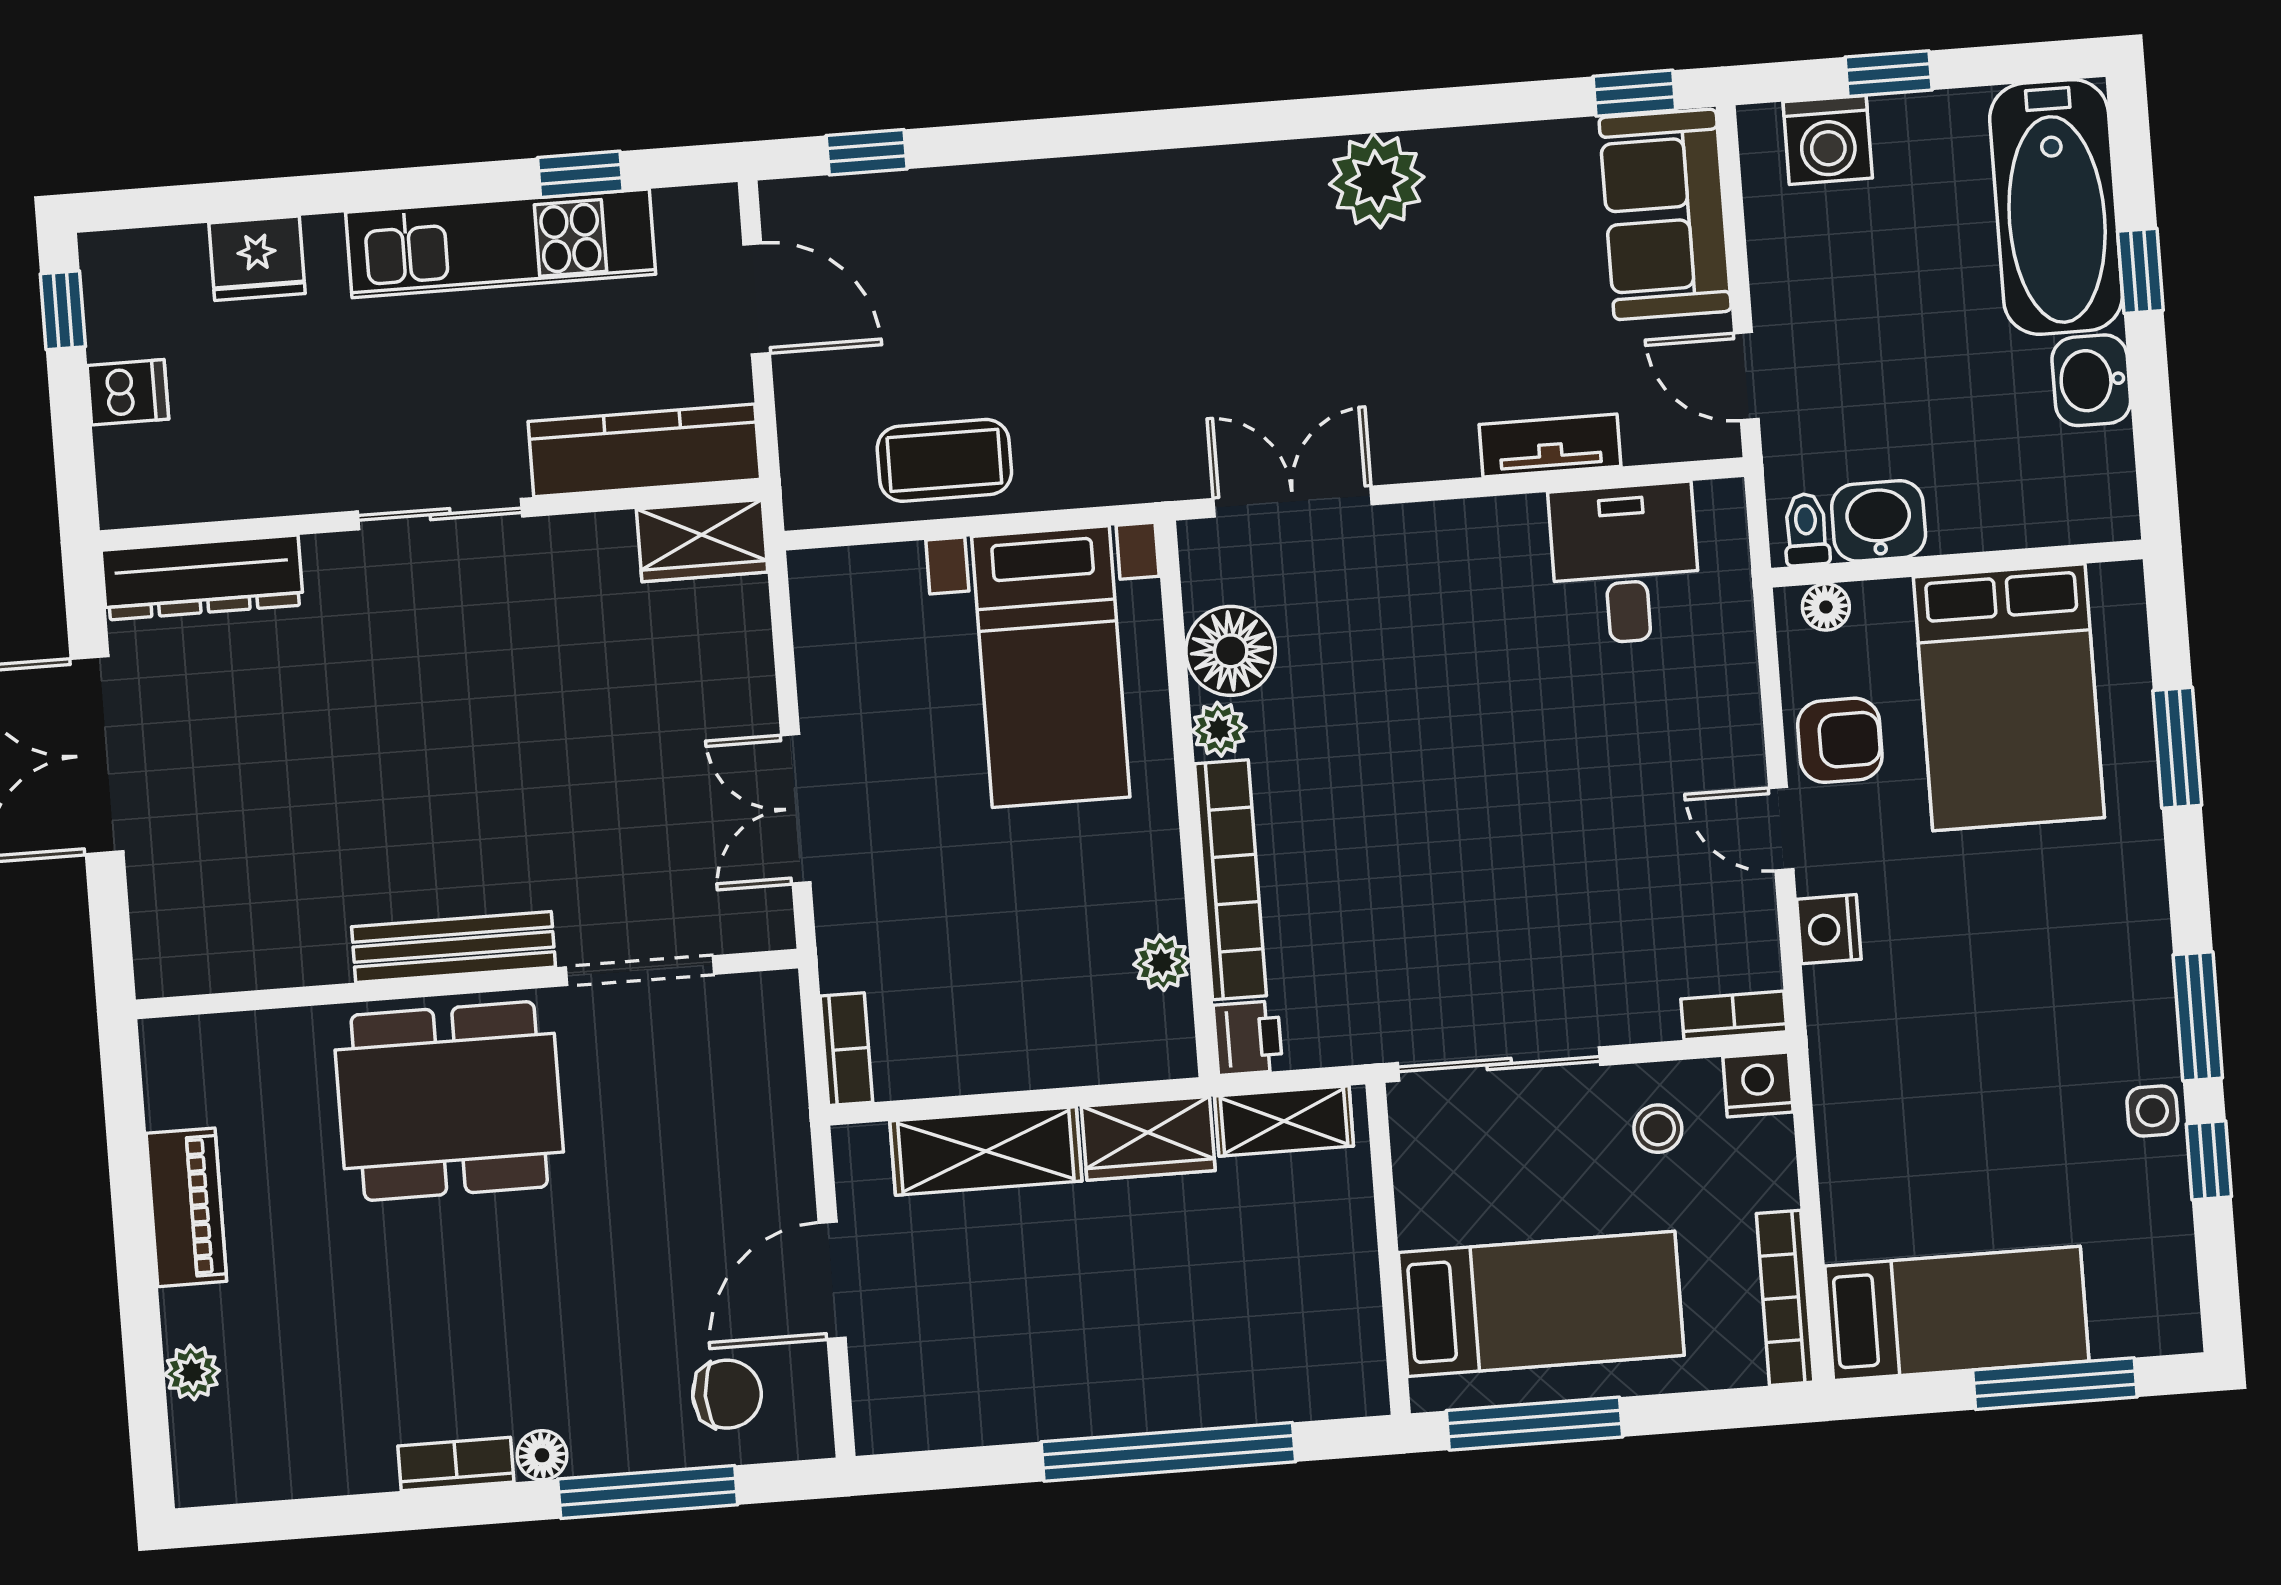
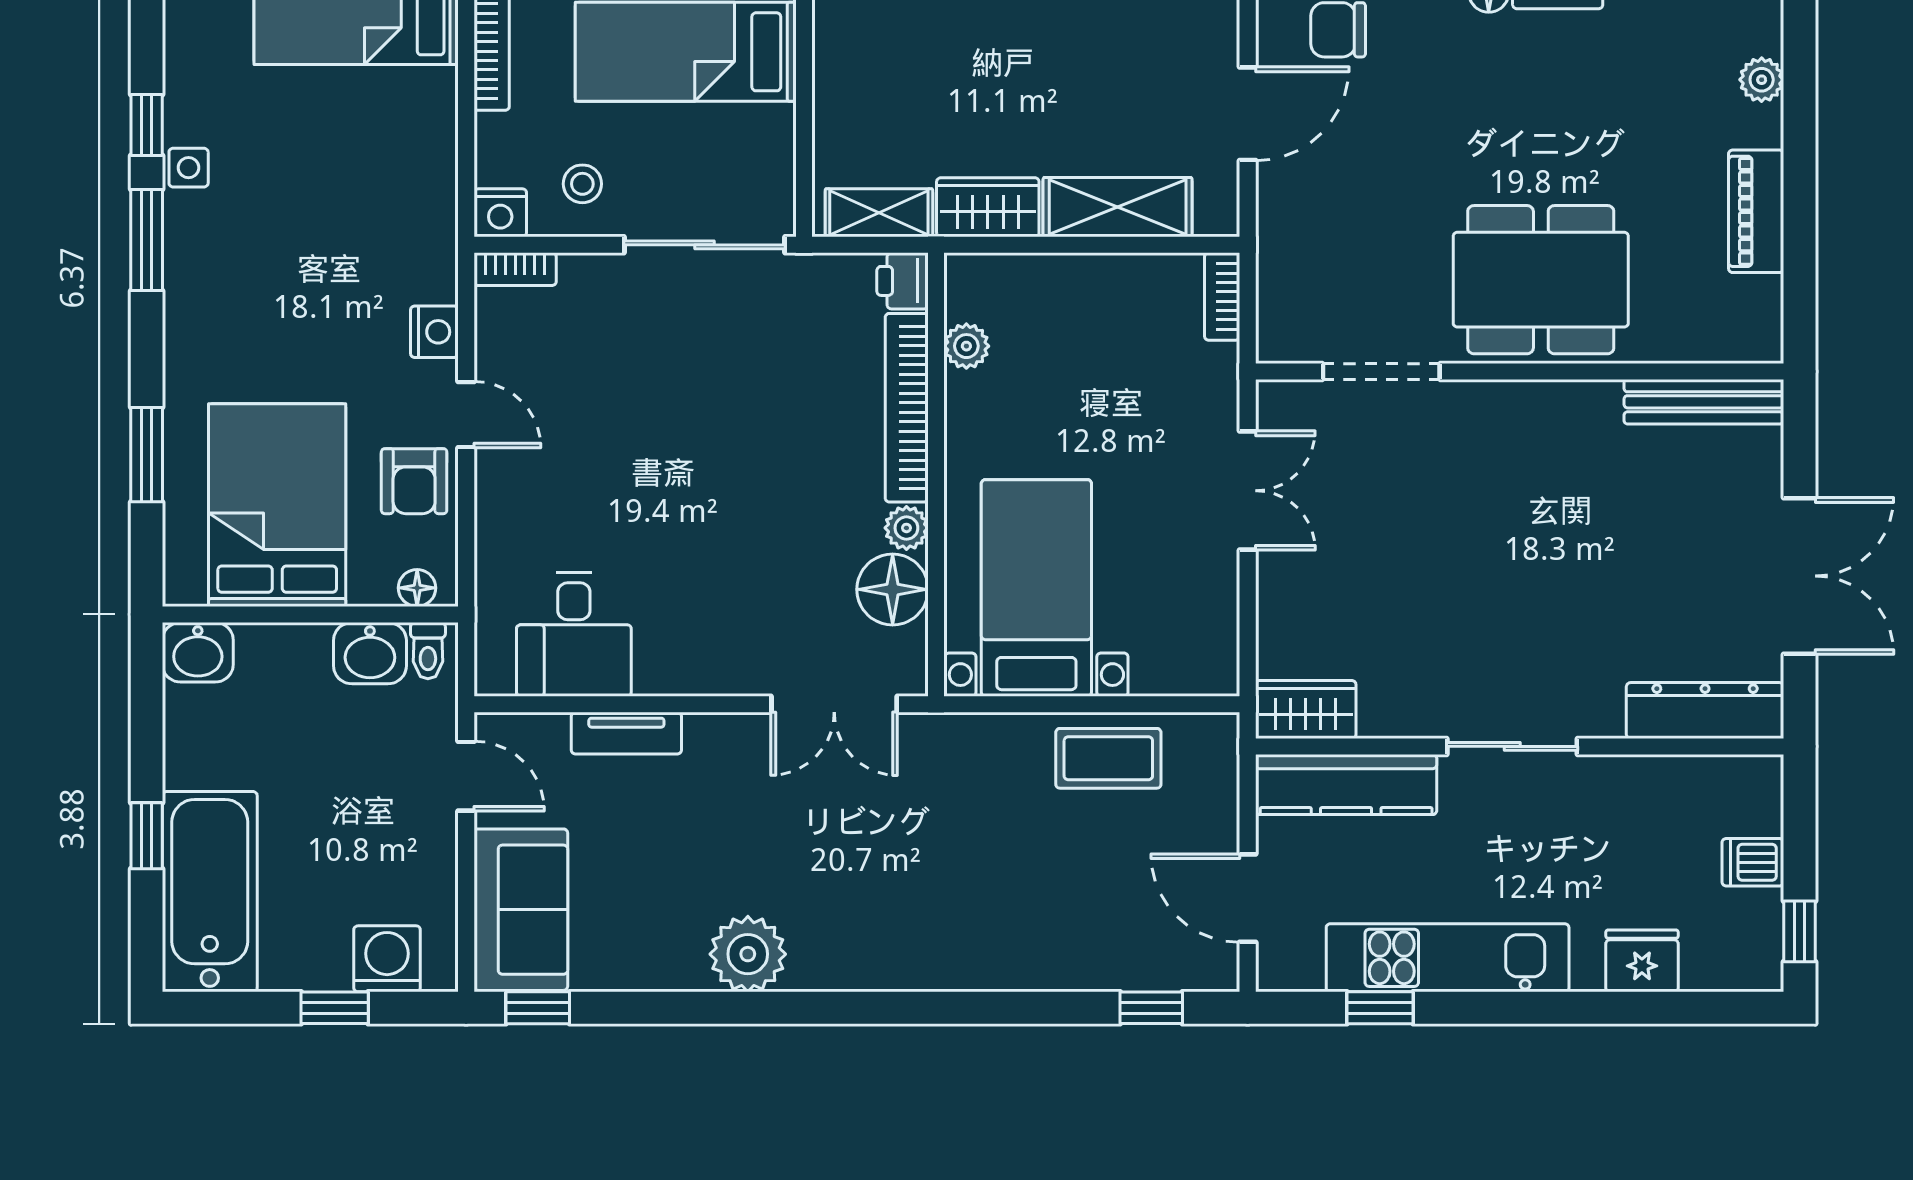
washbasin: (2091, 380) -> (198, 652), moved, turned 90
armchair: (1840, 740) -> (414, 481), turned -90
bench: (454, 947) -> (1704, 402), moved

